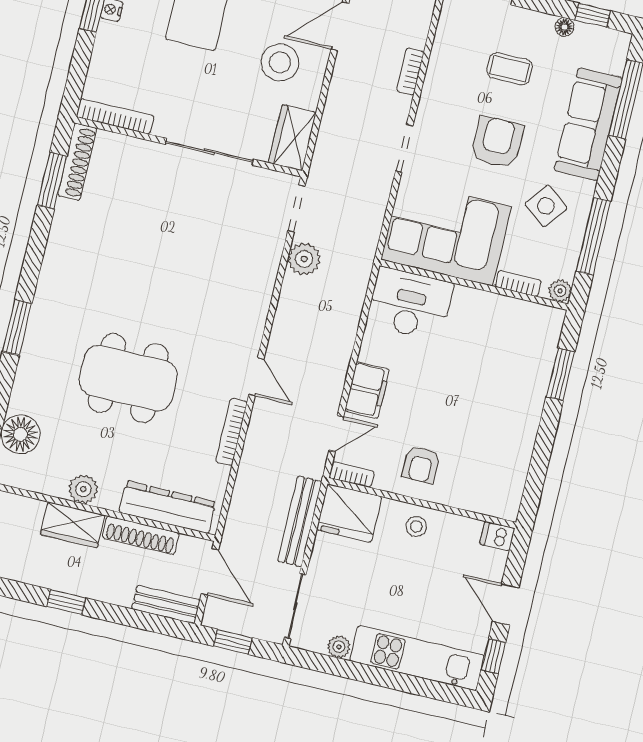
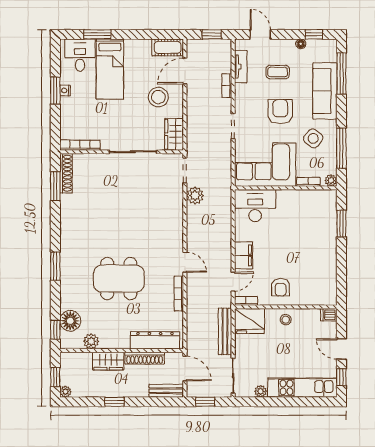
tv unit: (444, 42) -> (241, 67), added
plant: (83, 489) -> (91, 341), moved

